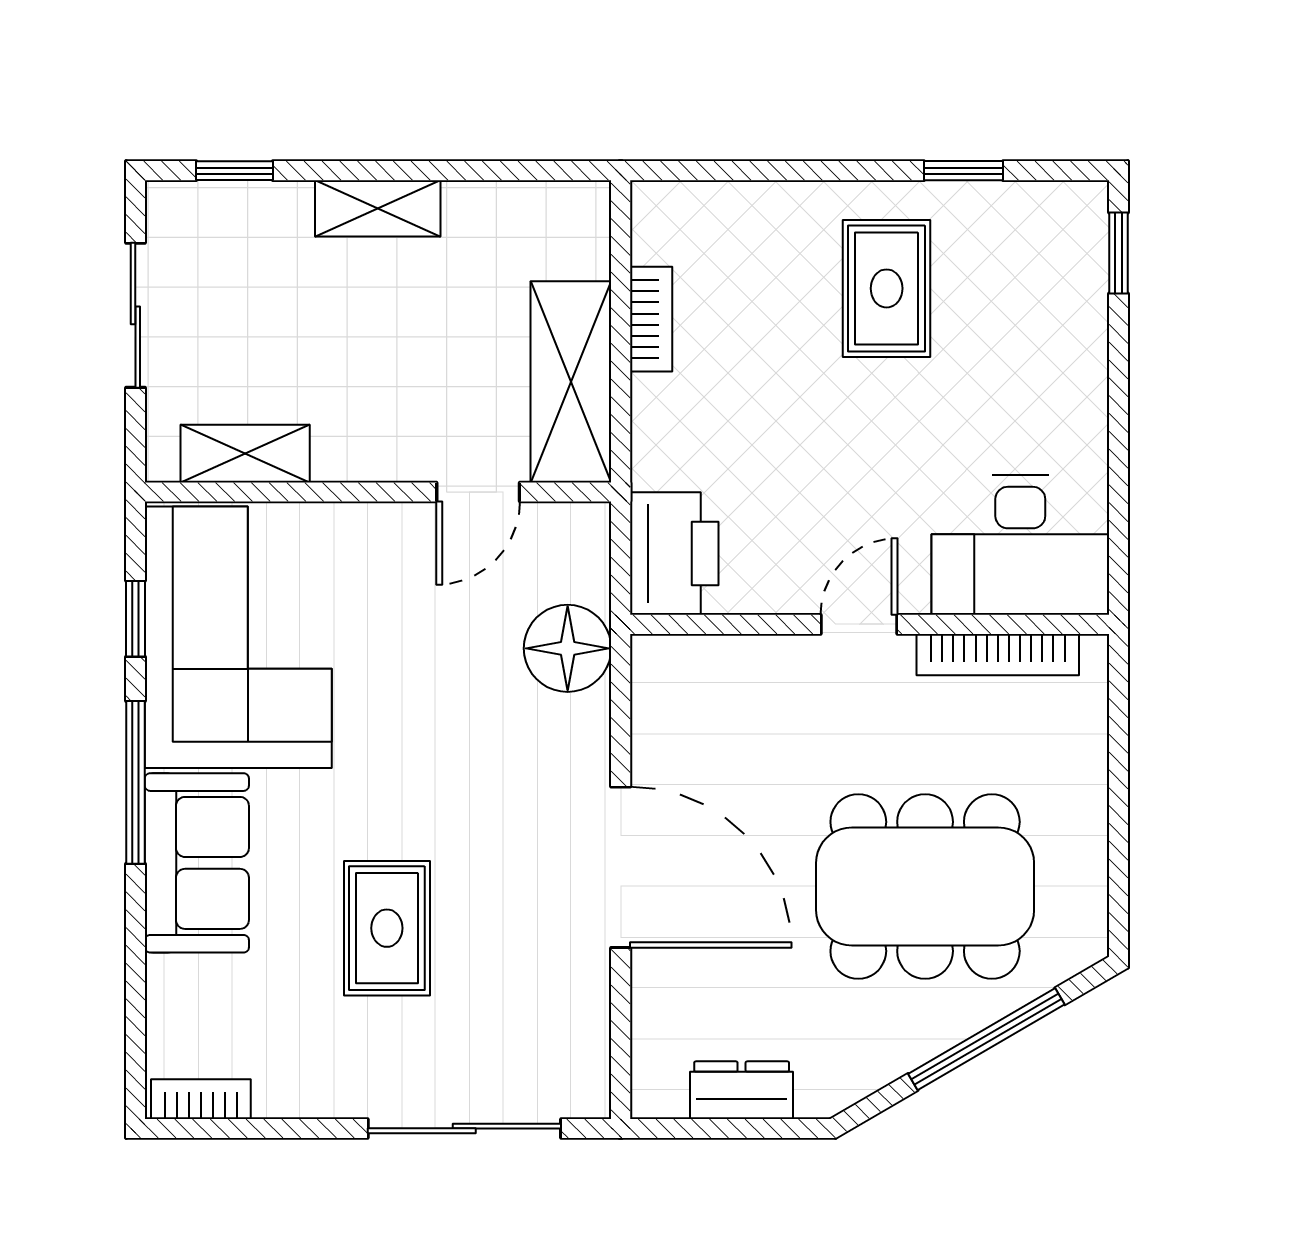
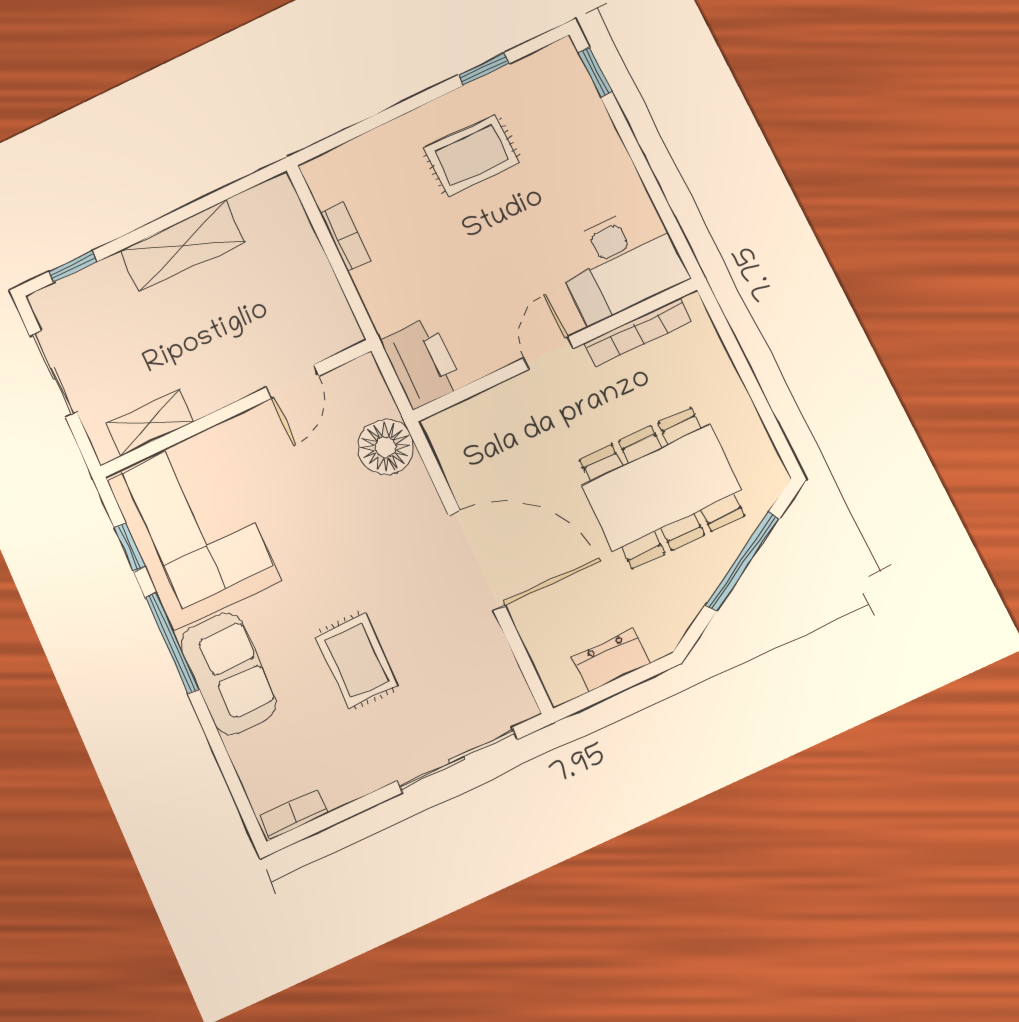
shelving: (378, 208) -> (182, 246), width x1.50, depth x1.33
rug: (887, 288) -> (472, 155), turned 90
shelving: (571, 382) -> (317, 294), removed

